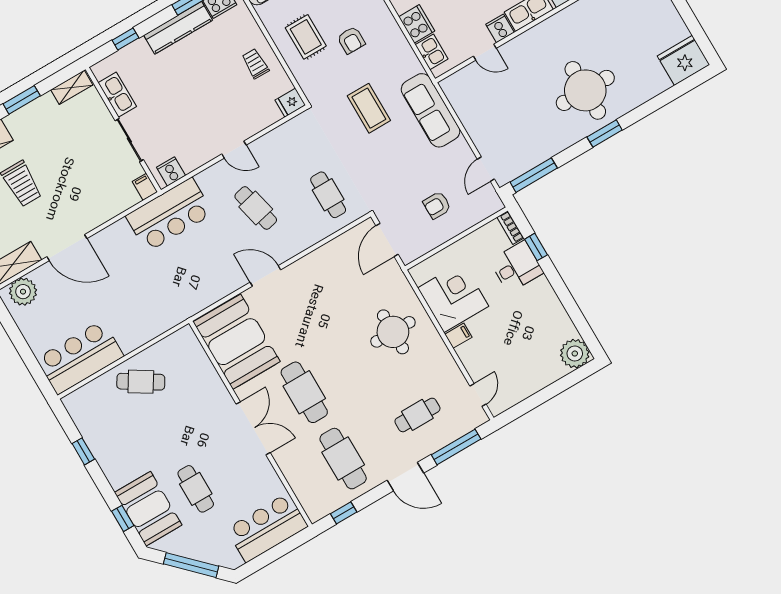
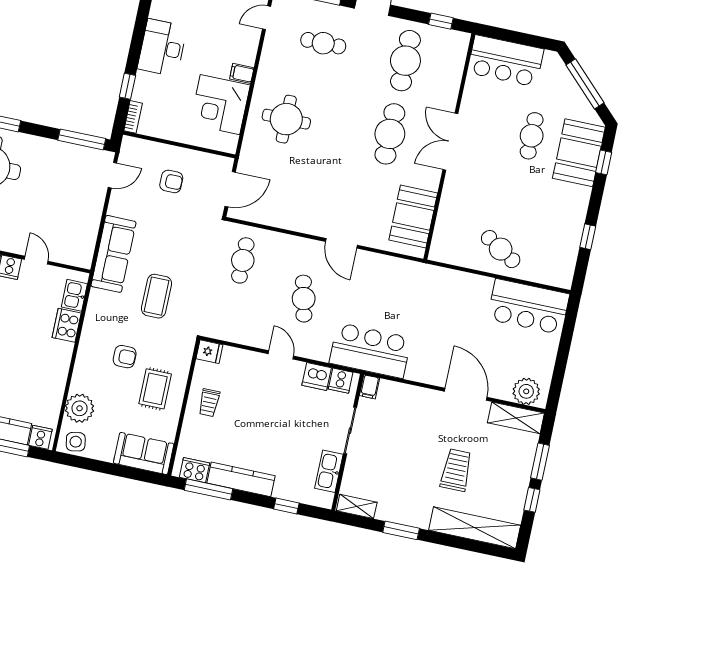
armchair: (351, 40) -> (125, 357), turned 90
dishwasher: (192, 158) -> (317, 377), added
desk: (517, 267) -> (162, 48), moved, width x1.37
booth: (237, 342) -> (413, 216), width x0.73, depth x0.70

